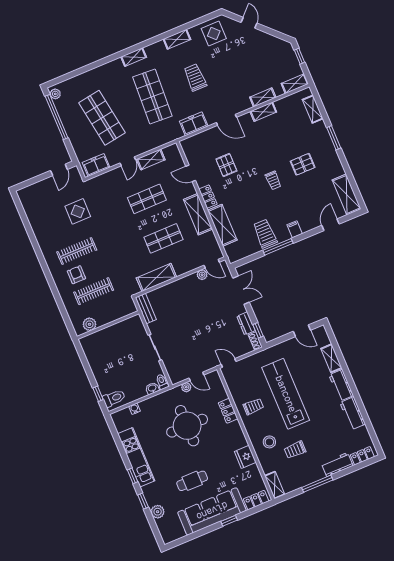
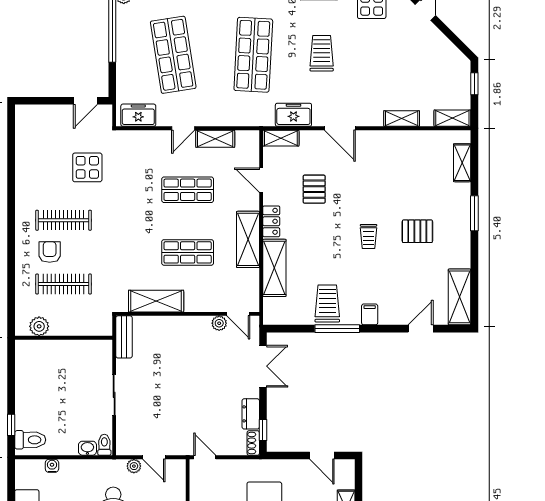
shelving: (263, 112) -> (281, 138), moved

